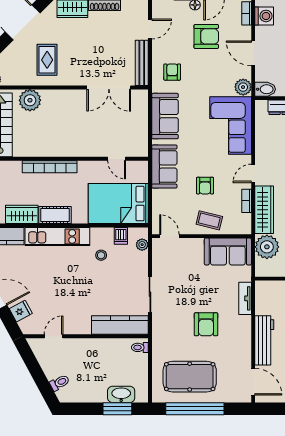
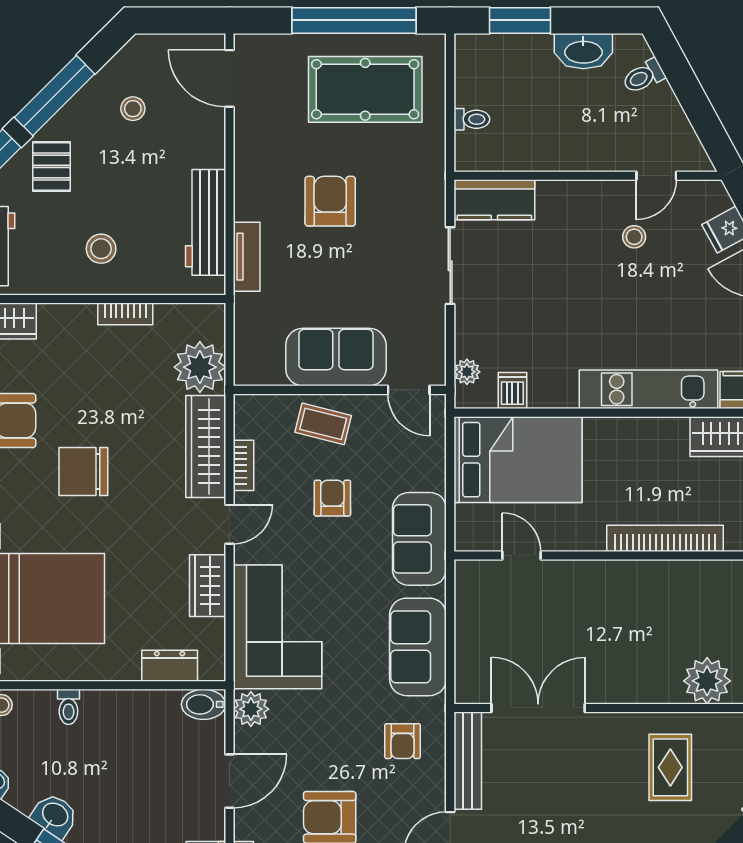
door: (253, 53) -> (229, 781), hinge flipped
wardrobe: (263, 145) -> (208, 586), added
cot: (55, 215) -> (653, 435), removed
sofa: (228, 252) -> (336, 357), moved
stool: (101, 255) -> (634, 237), moved
kitchen counter: (120, 325) -> (494, 200), width x0.67
workbench: (264, 340) -> (206, 222), moved
toilet: (140, 347) -> (472, 119), moved
washbasin: (121, 394) -> (583, 51), moved

